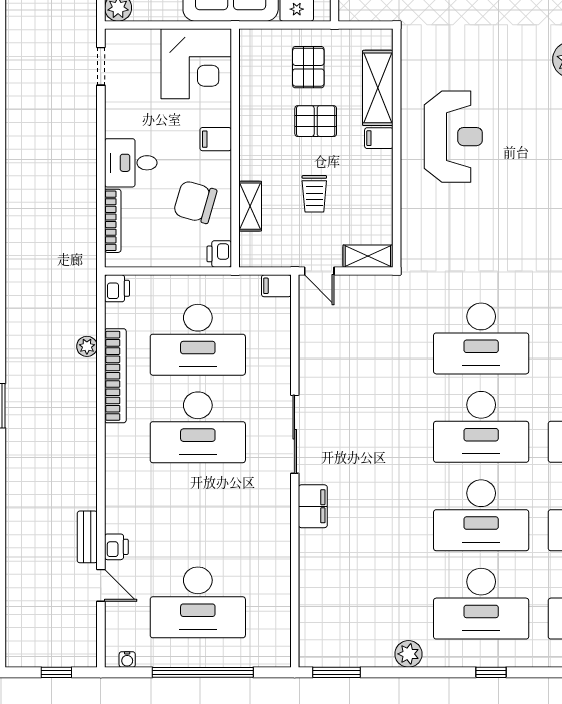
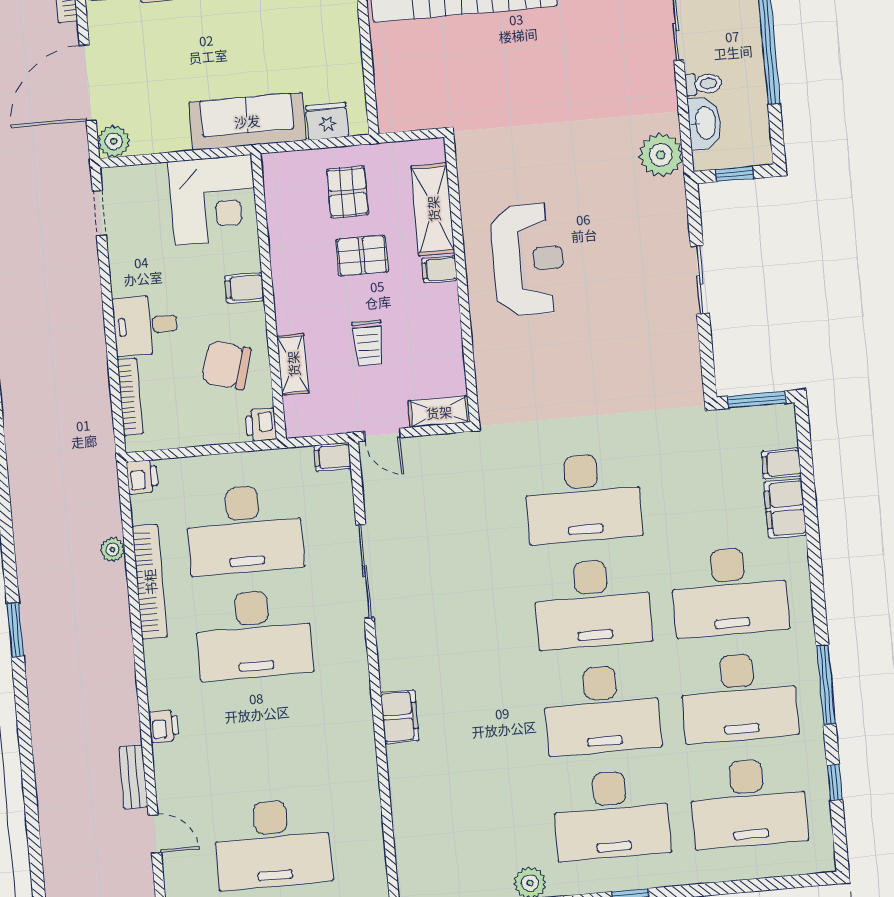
sliding door: (295, 434) -> (365, 571), moved
printer: (116, 547) -> (164, 726), moved

